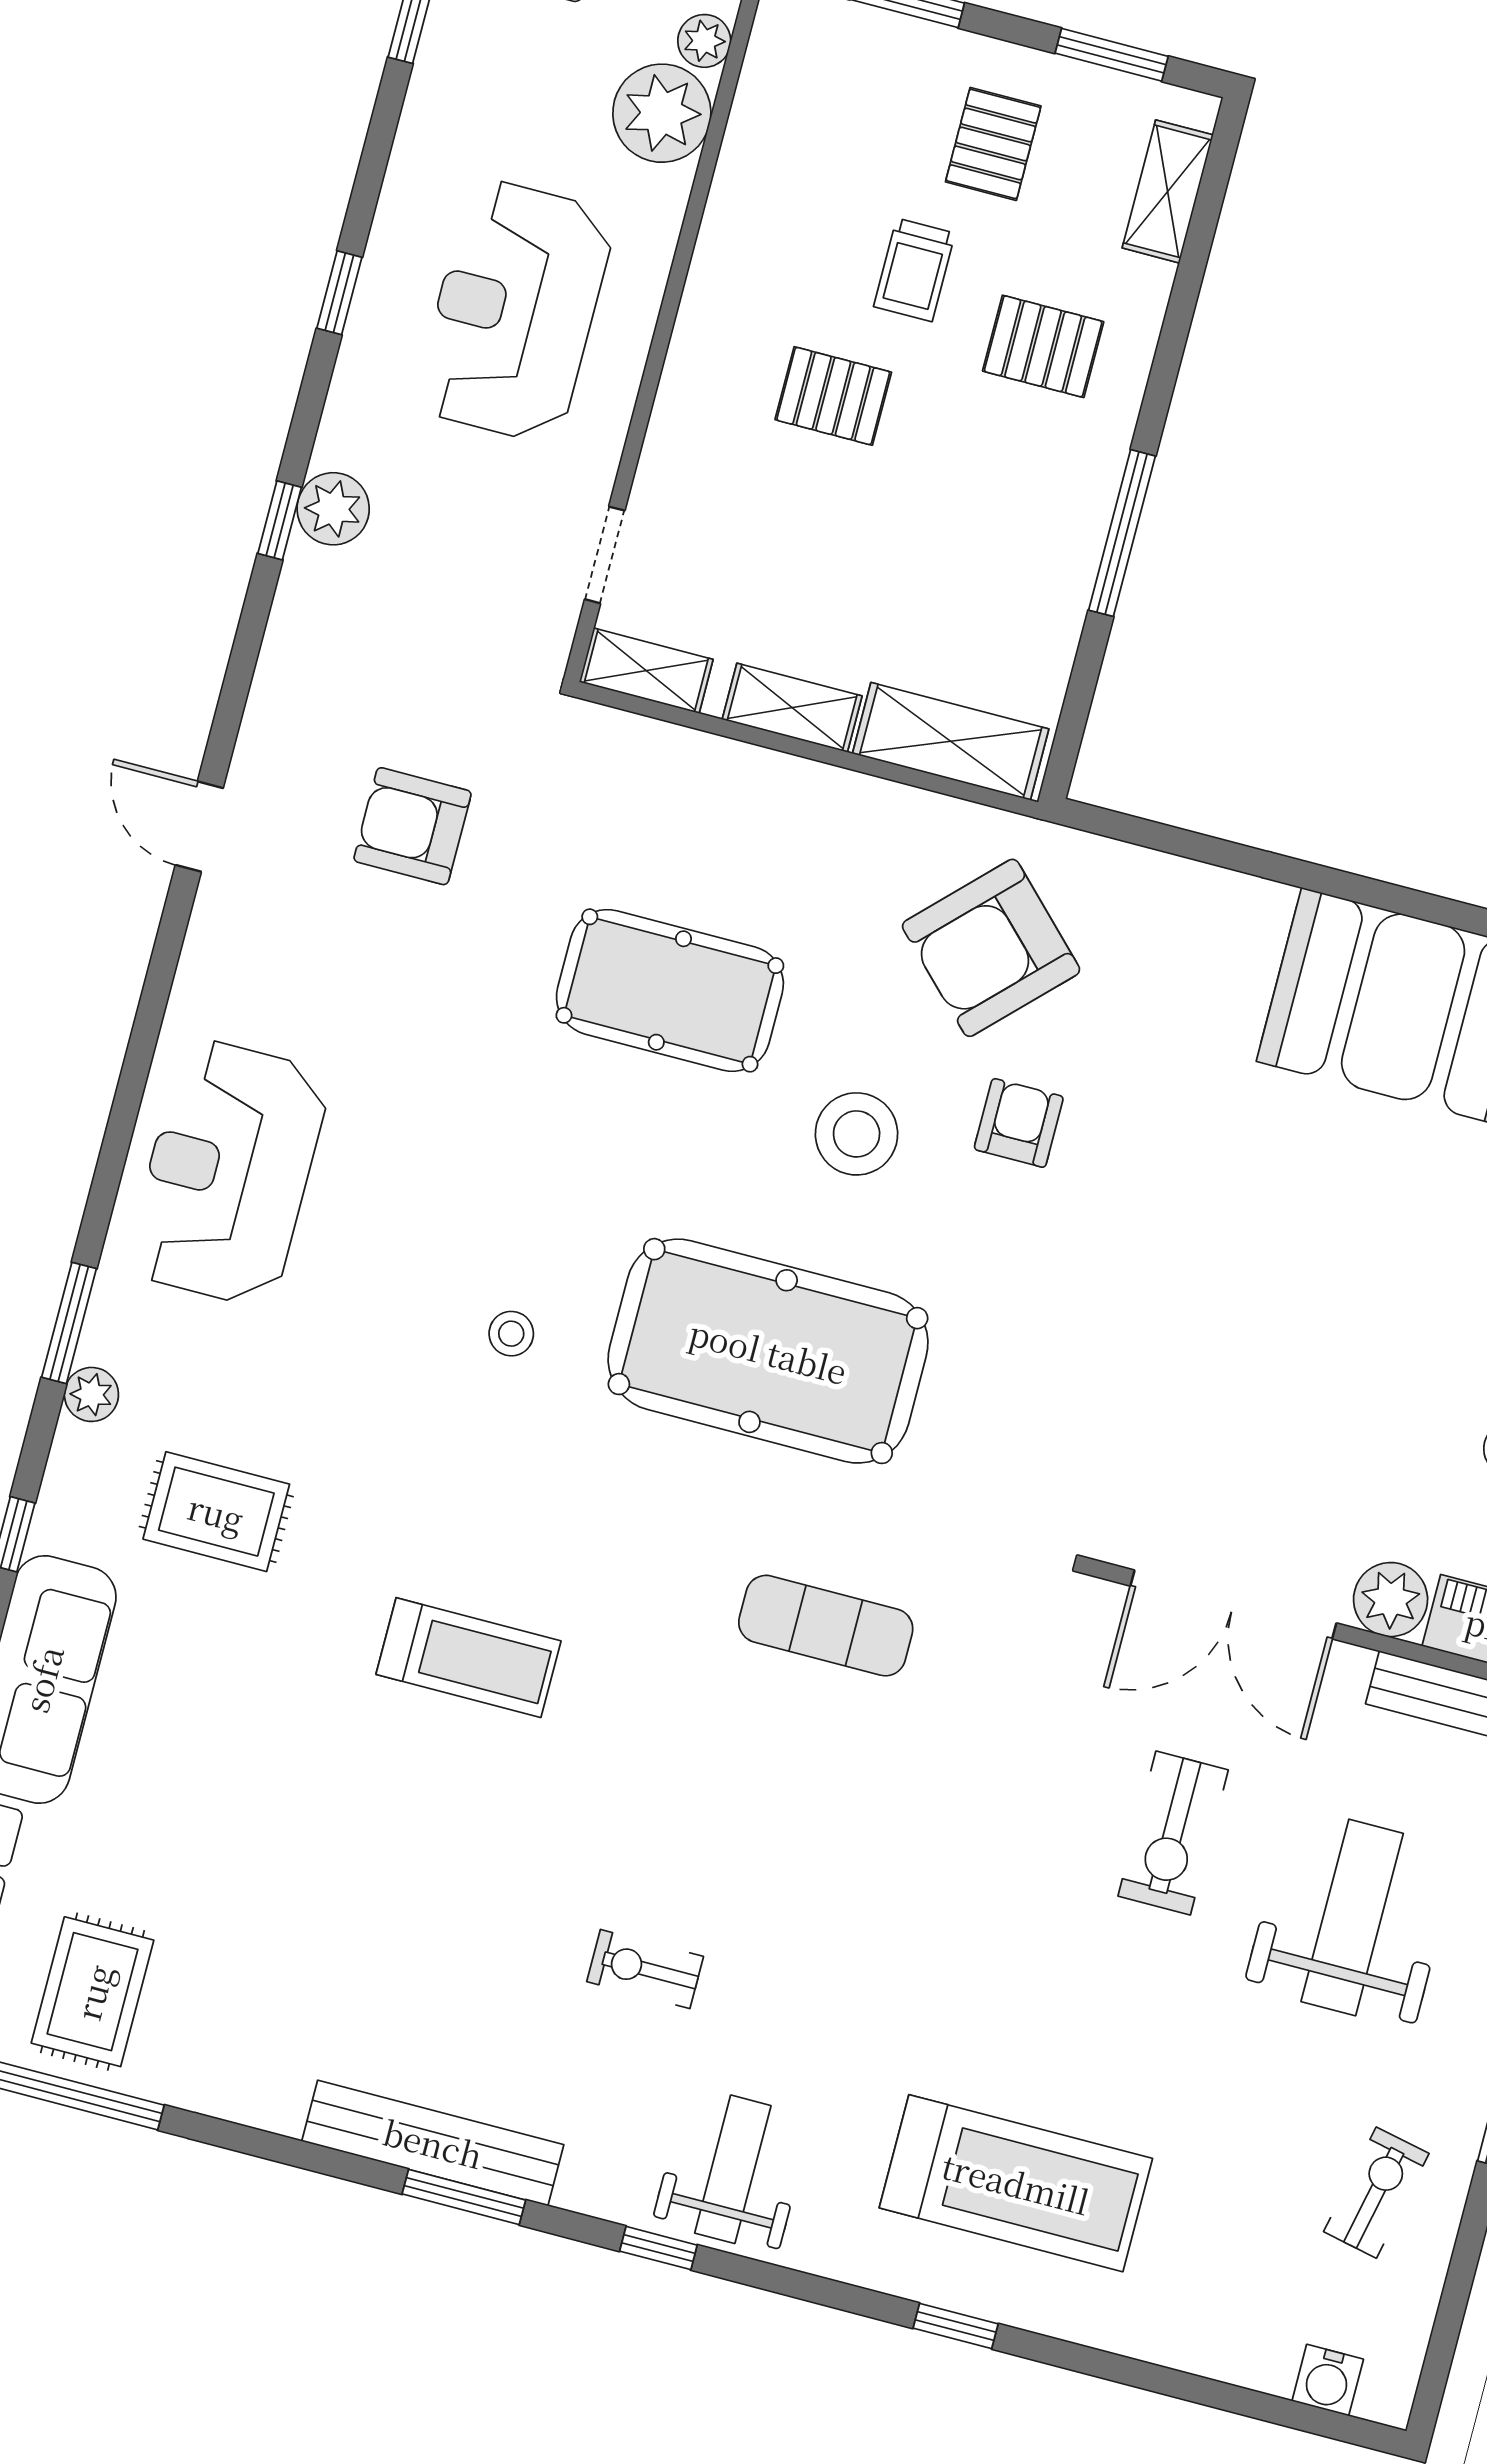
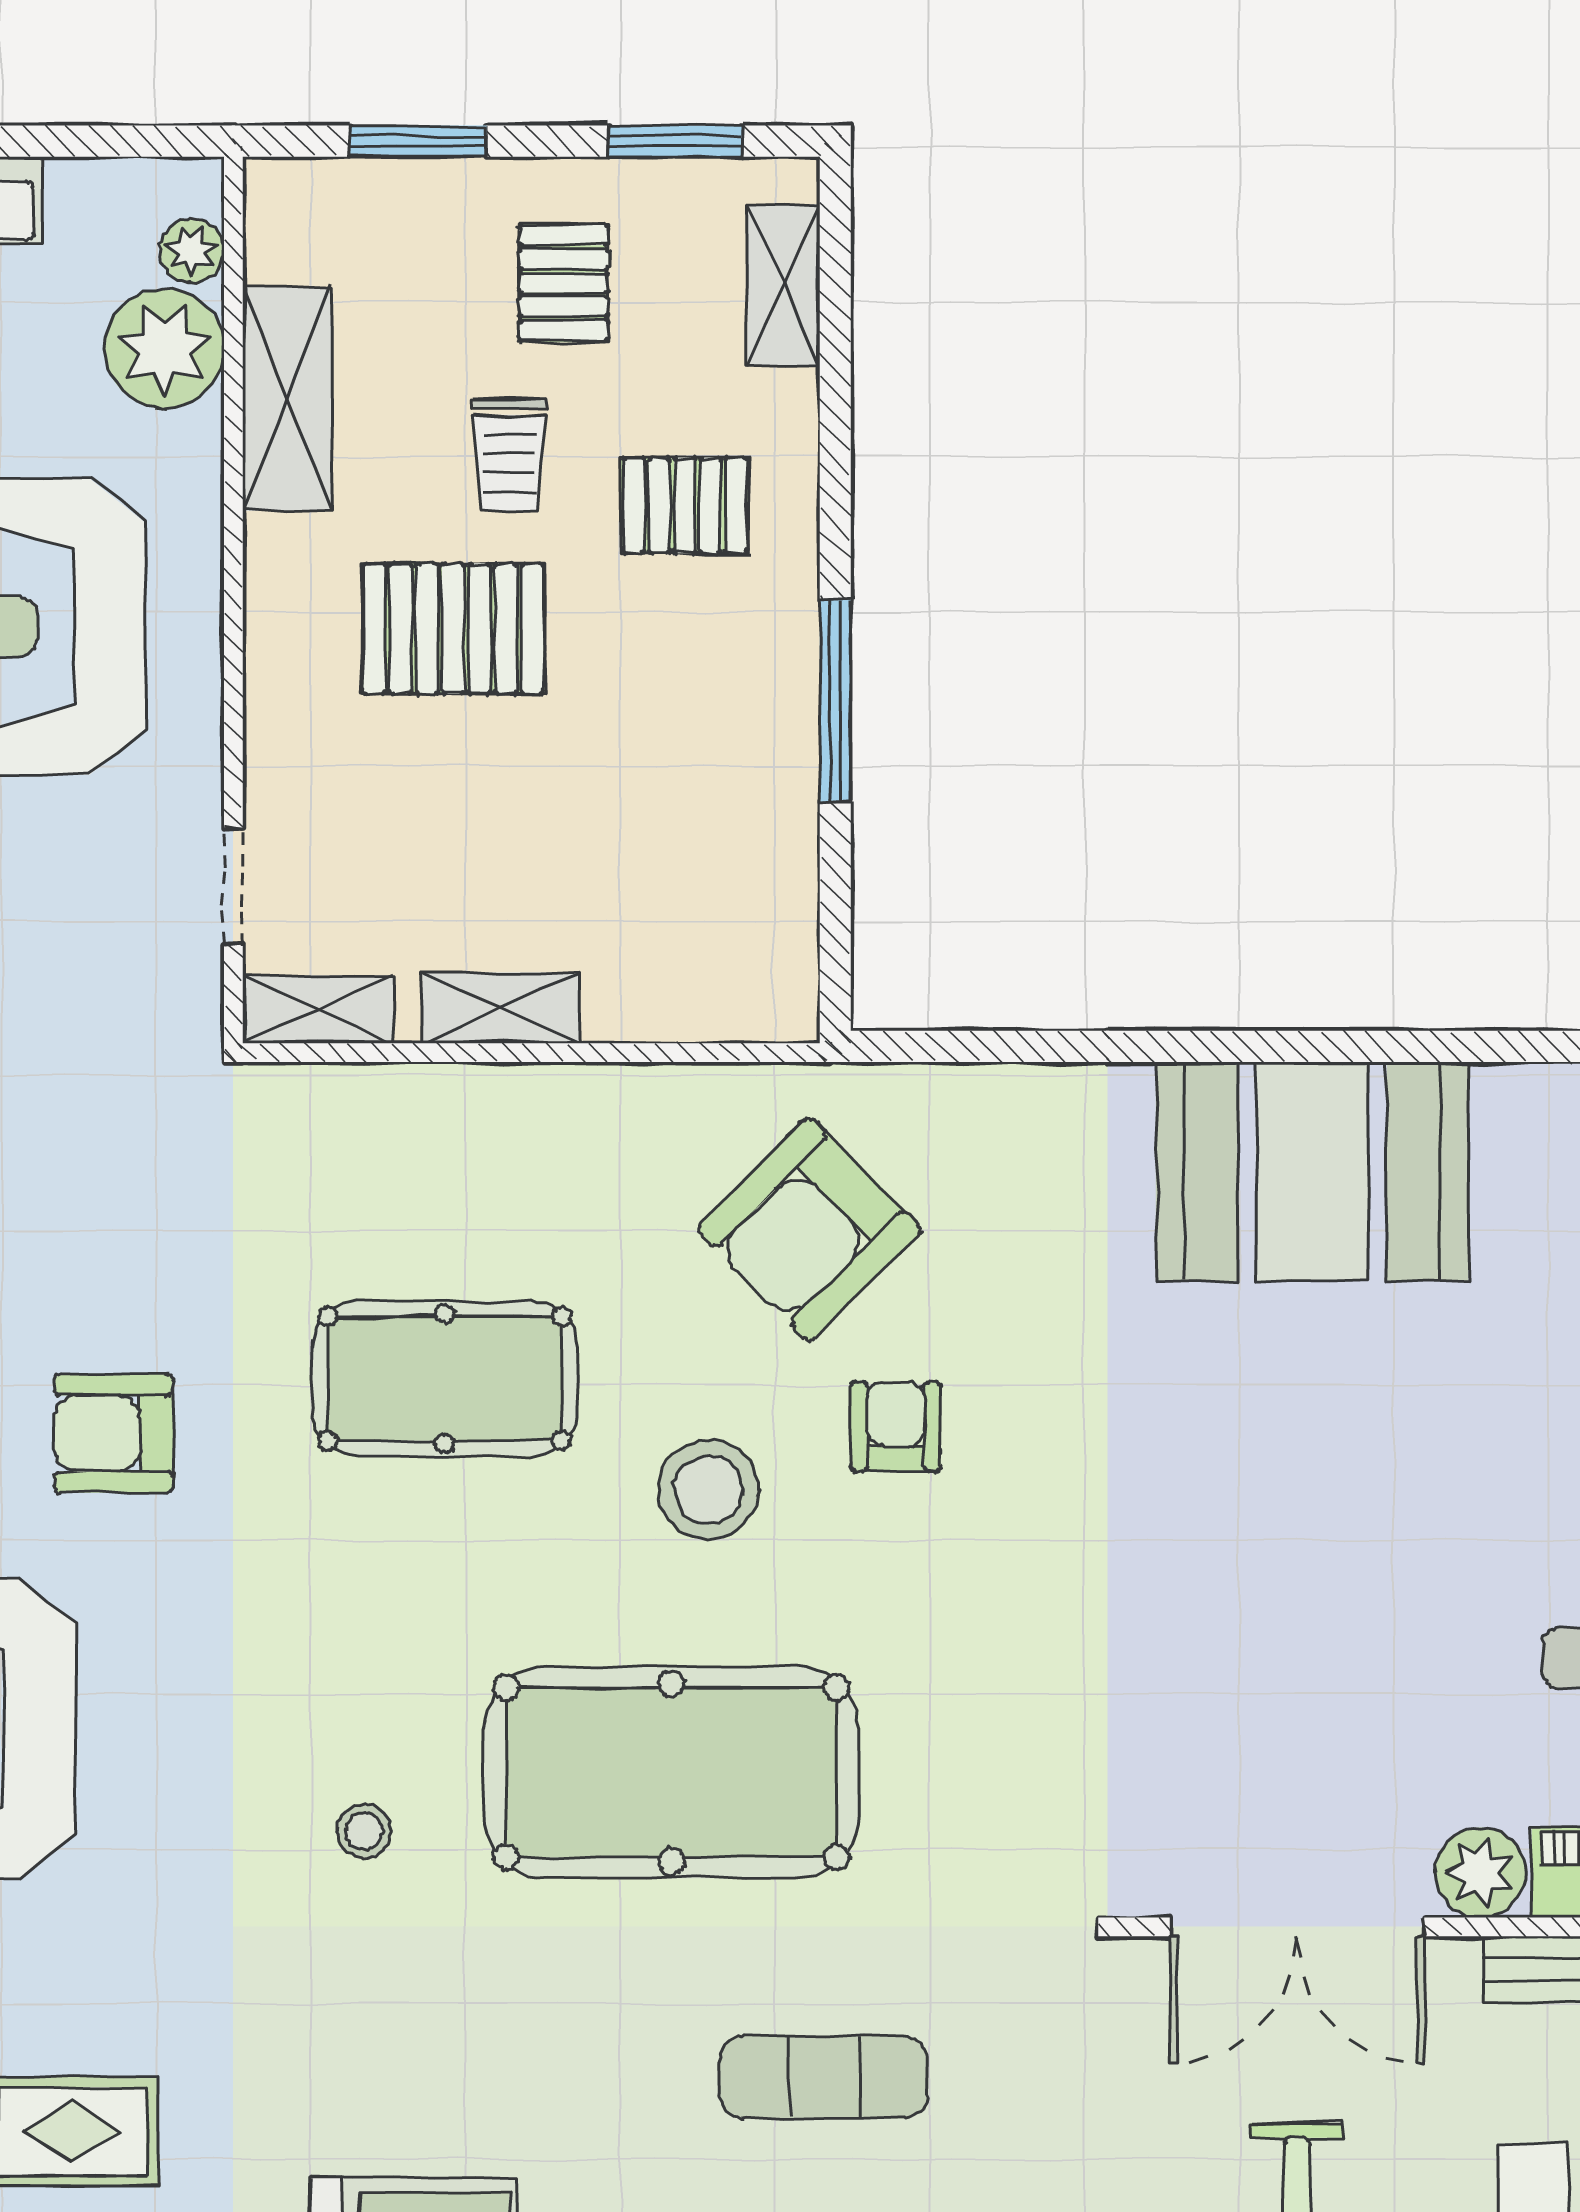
pallet: (833, 396) -> (453, 629), width x1.50, depth x1.42
shelving: (951, 741) -> (287, 399), moved, turned 90
armchair: (413, 826) -> (114, 1433), moved

